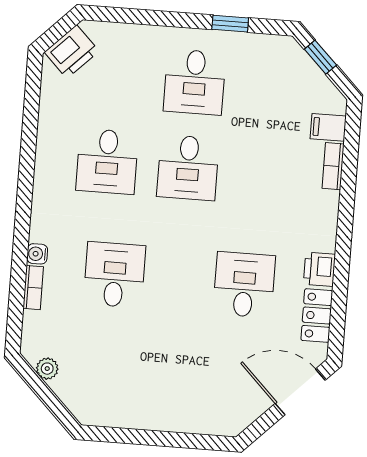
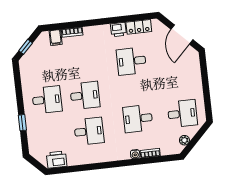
window: (230, 24) -> (22, 123), moved
printer: (72, 52) -> (57, 160), moved, turned -45
desk: (107, 375) -> (182, 114), added
door: (300, 392) -> (182, 34), moved

